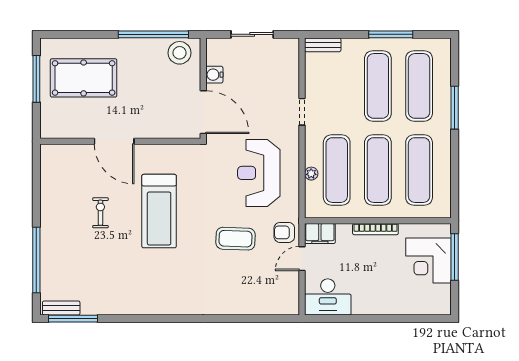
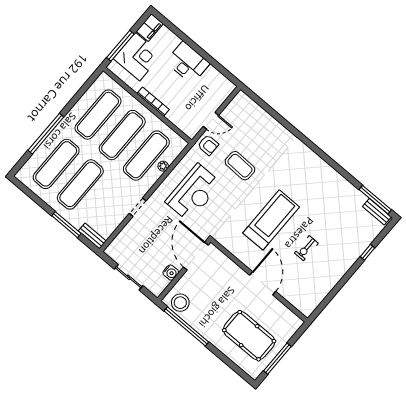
window: (391, 34) -> (66, 225), moved
window: (455, 108) -> (46, 134), width x1.46
filing cabinet: (320, 233) -> (150, 27), moved, turned 90
window: (36, 260) -> (368, 252), width x0.32
desk: (328, 297) -> (188, 63), moved

